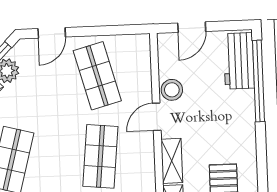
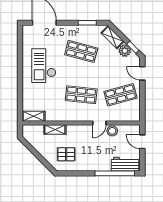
door: (157, 117) -> (99, 123), swing flipped
shelving: (172, 161) -> (78, 129), removed

